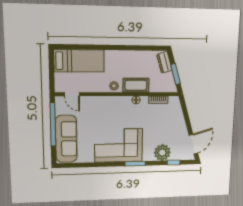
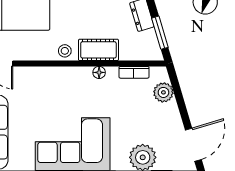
plant: (176, 112) -> (163, 92), added

